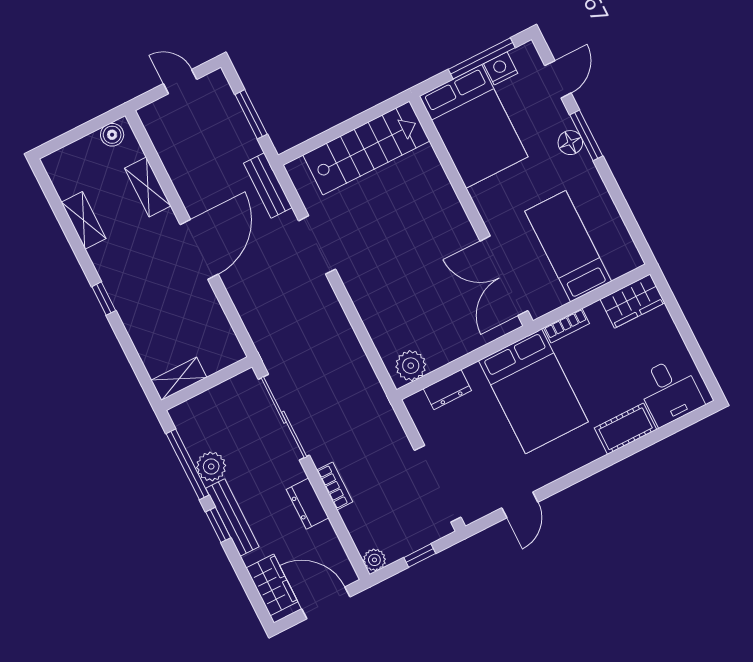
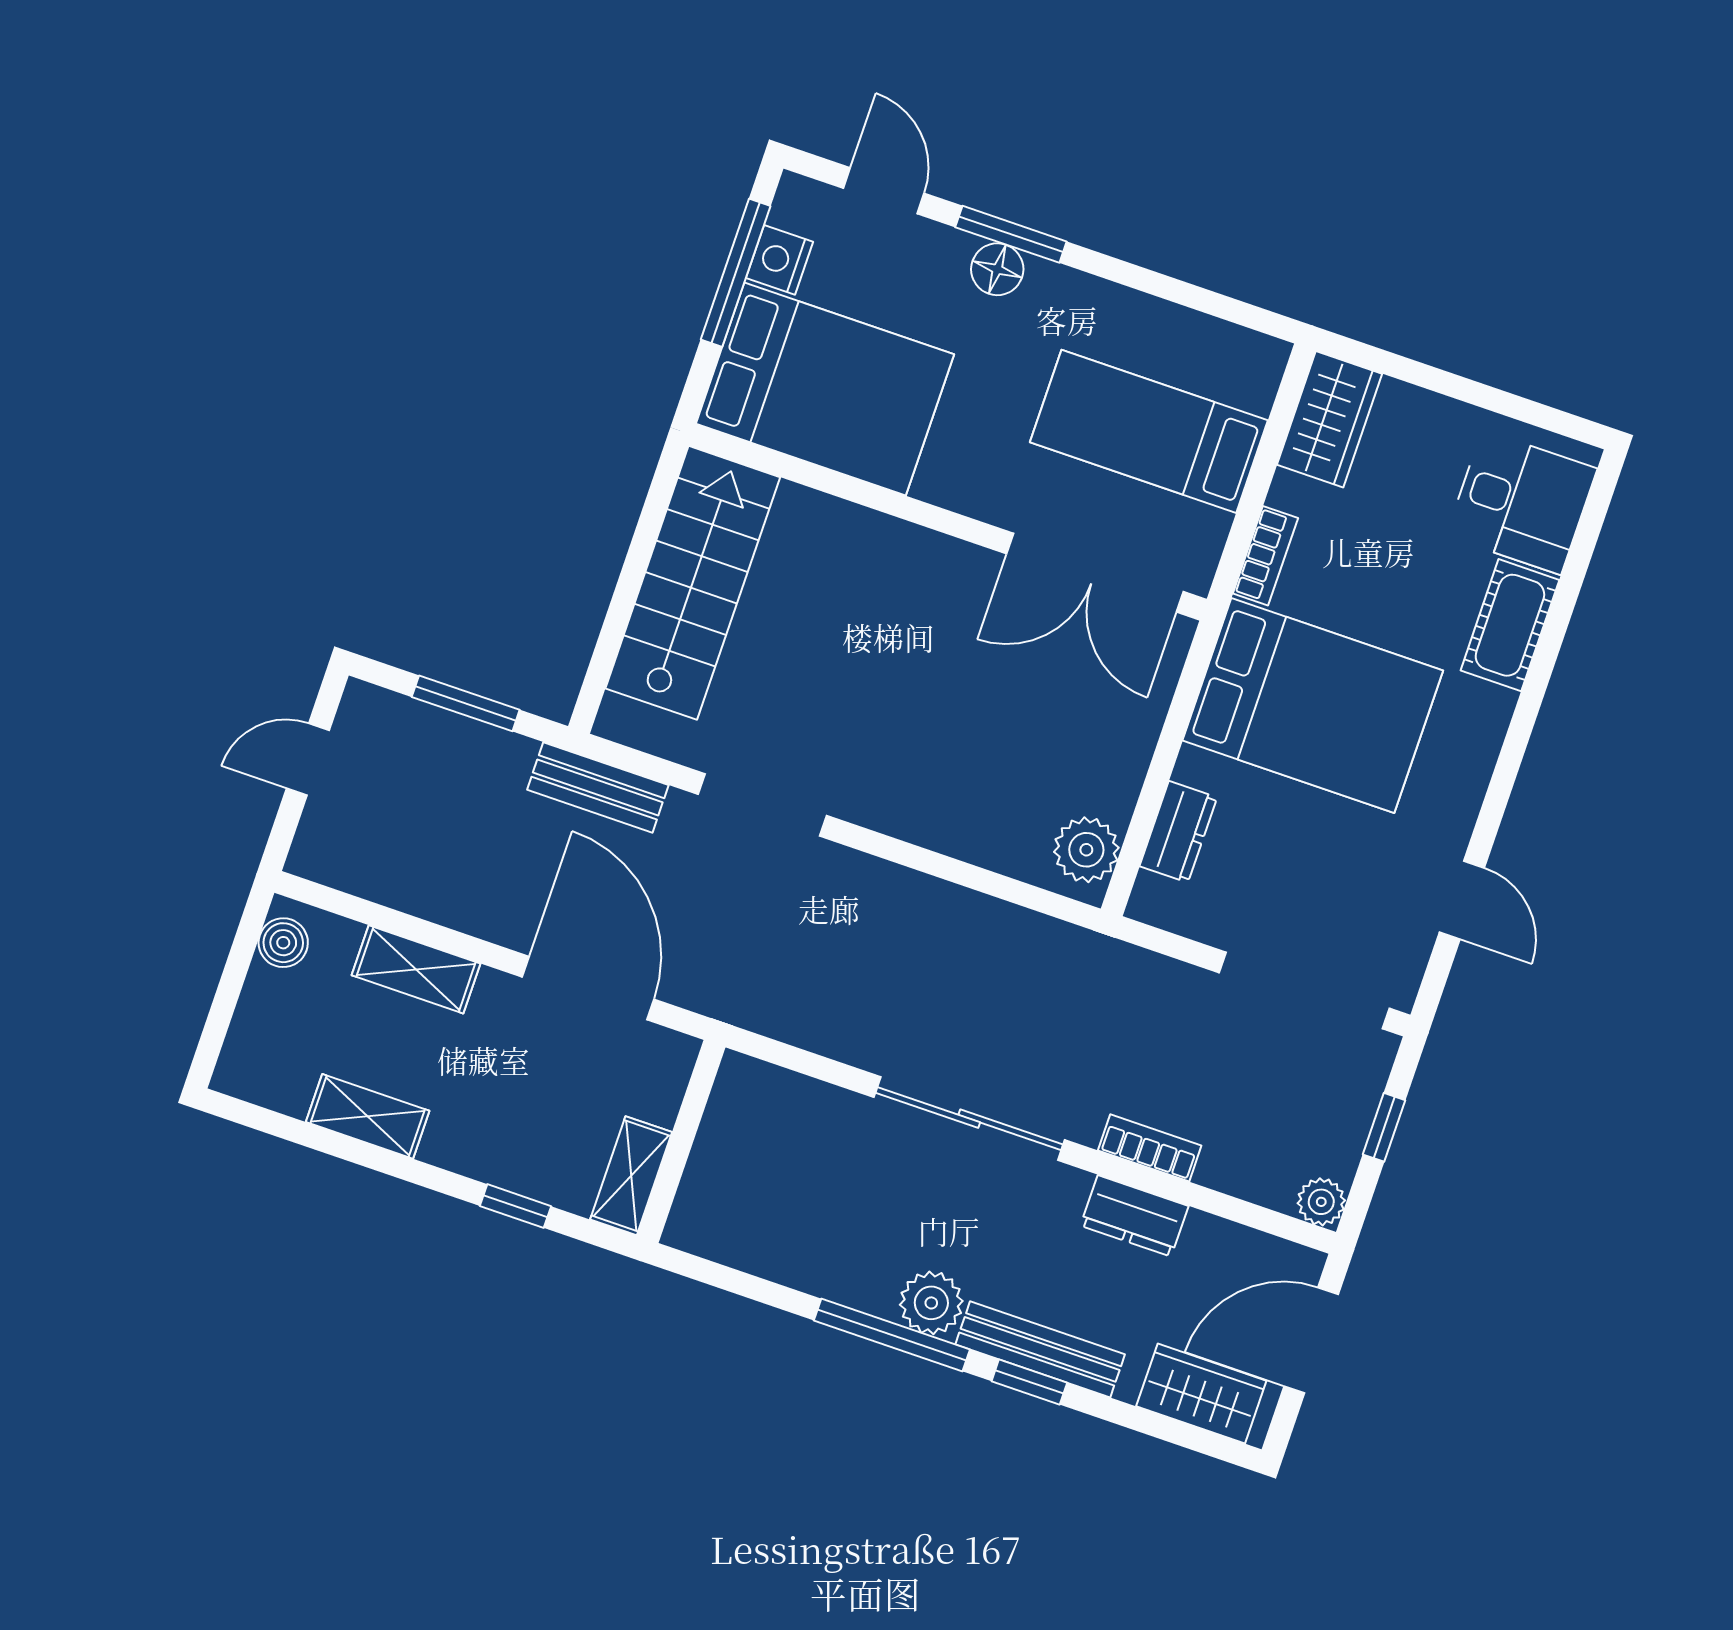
shelving: (179, 379) -> (631, 1176), moved
wall: (207, 384) -> (681, 1141), moved

